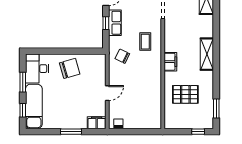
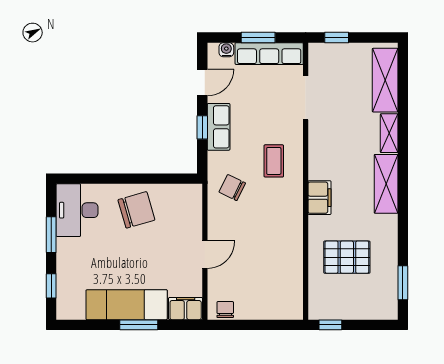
shelving: (209, 26) -> (389, 133), added
exam couch: (34, 106) -> (127, 305), moved, turned -90
window: (198, 132) -> (330, 325), moved

